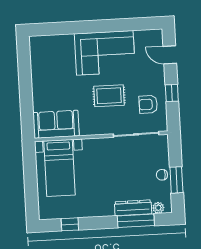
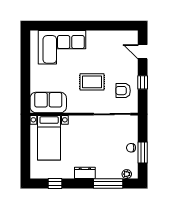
corner sofa: (105, 53) -> (62, 47), moved
dresser: (133, 208) -> (85, 173), moved, width x0.70

